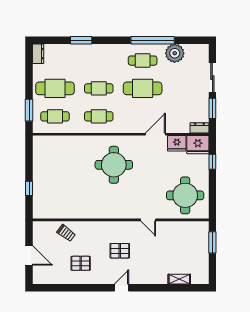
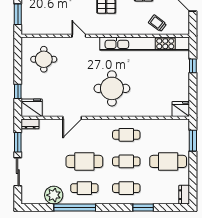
cafe table: (55, 116) -> (126, 188), moved
fridge: (177, 143) -> (181, 109), moved
round table: (185, 195) -> (44, 59), width x0.73, depth x0.73
kitchen unit: (80, 212) -> (145, 44), added

